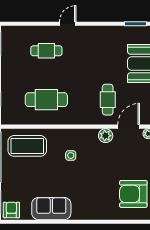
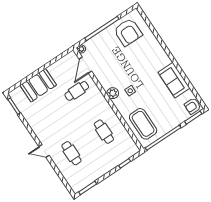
cafe table: (46, 100) -> (104, 132), width x0.73, depth x0.74
door: (129, 127) -> (85, 65), hinge flipped
plant: (106, 136) -> (113, 93), moved

